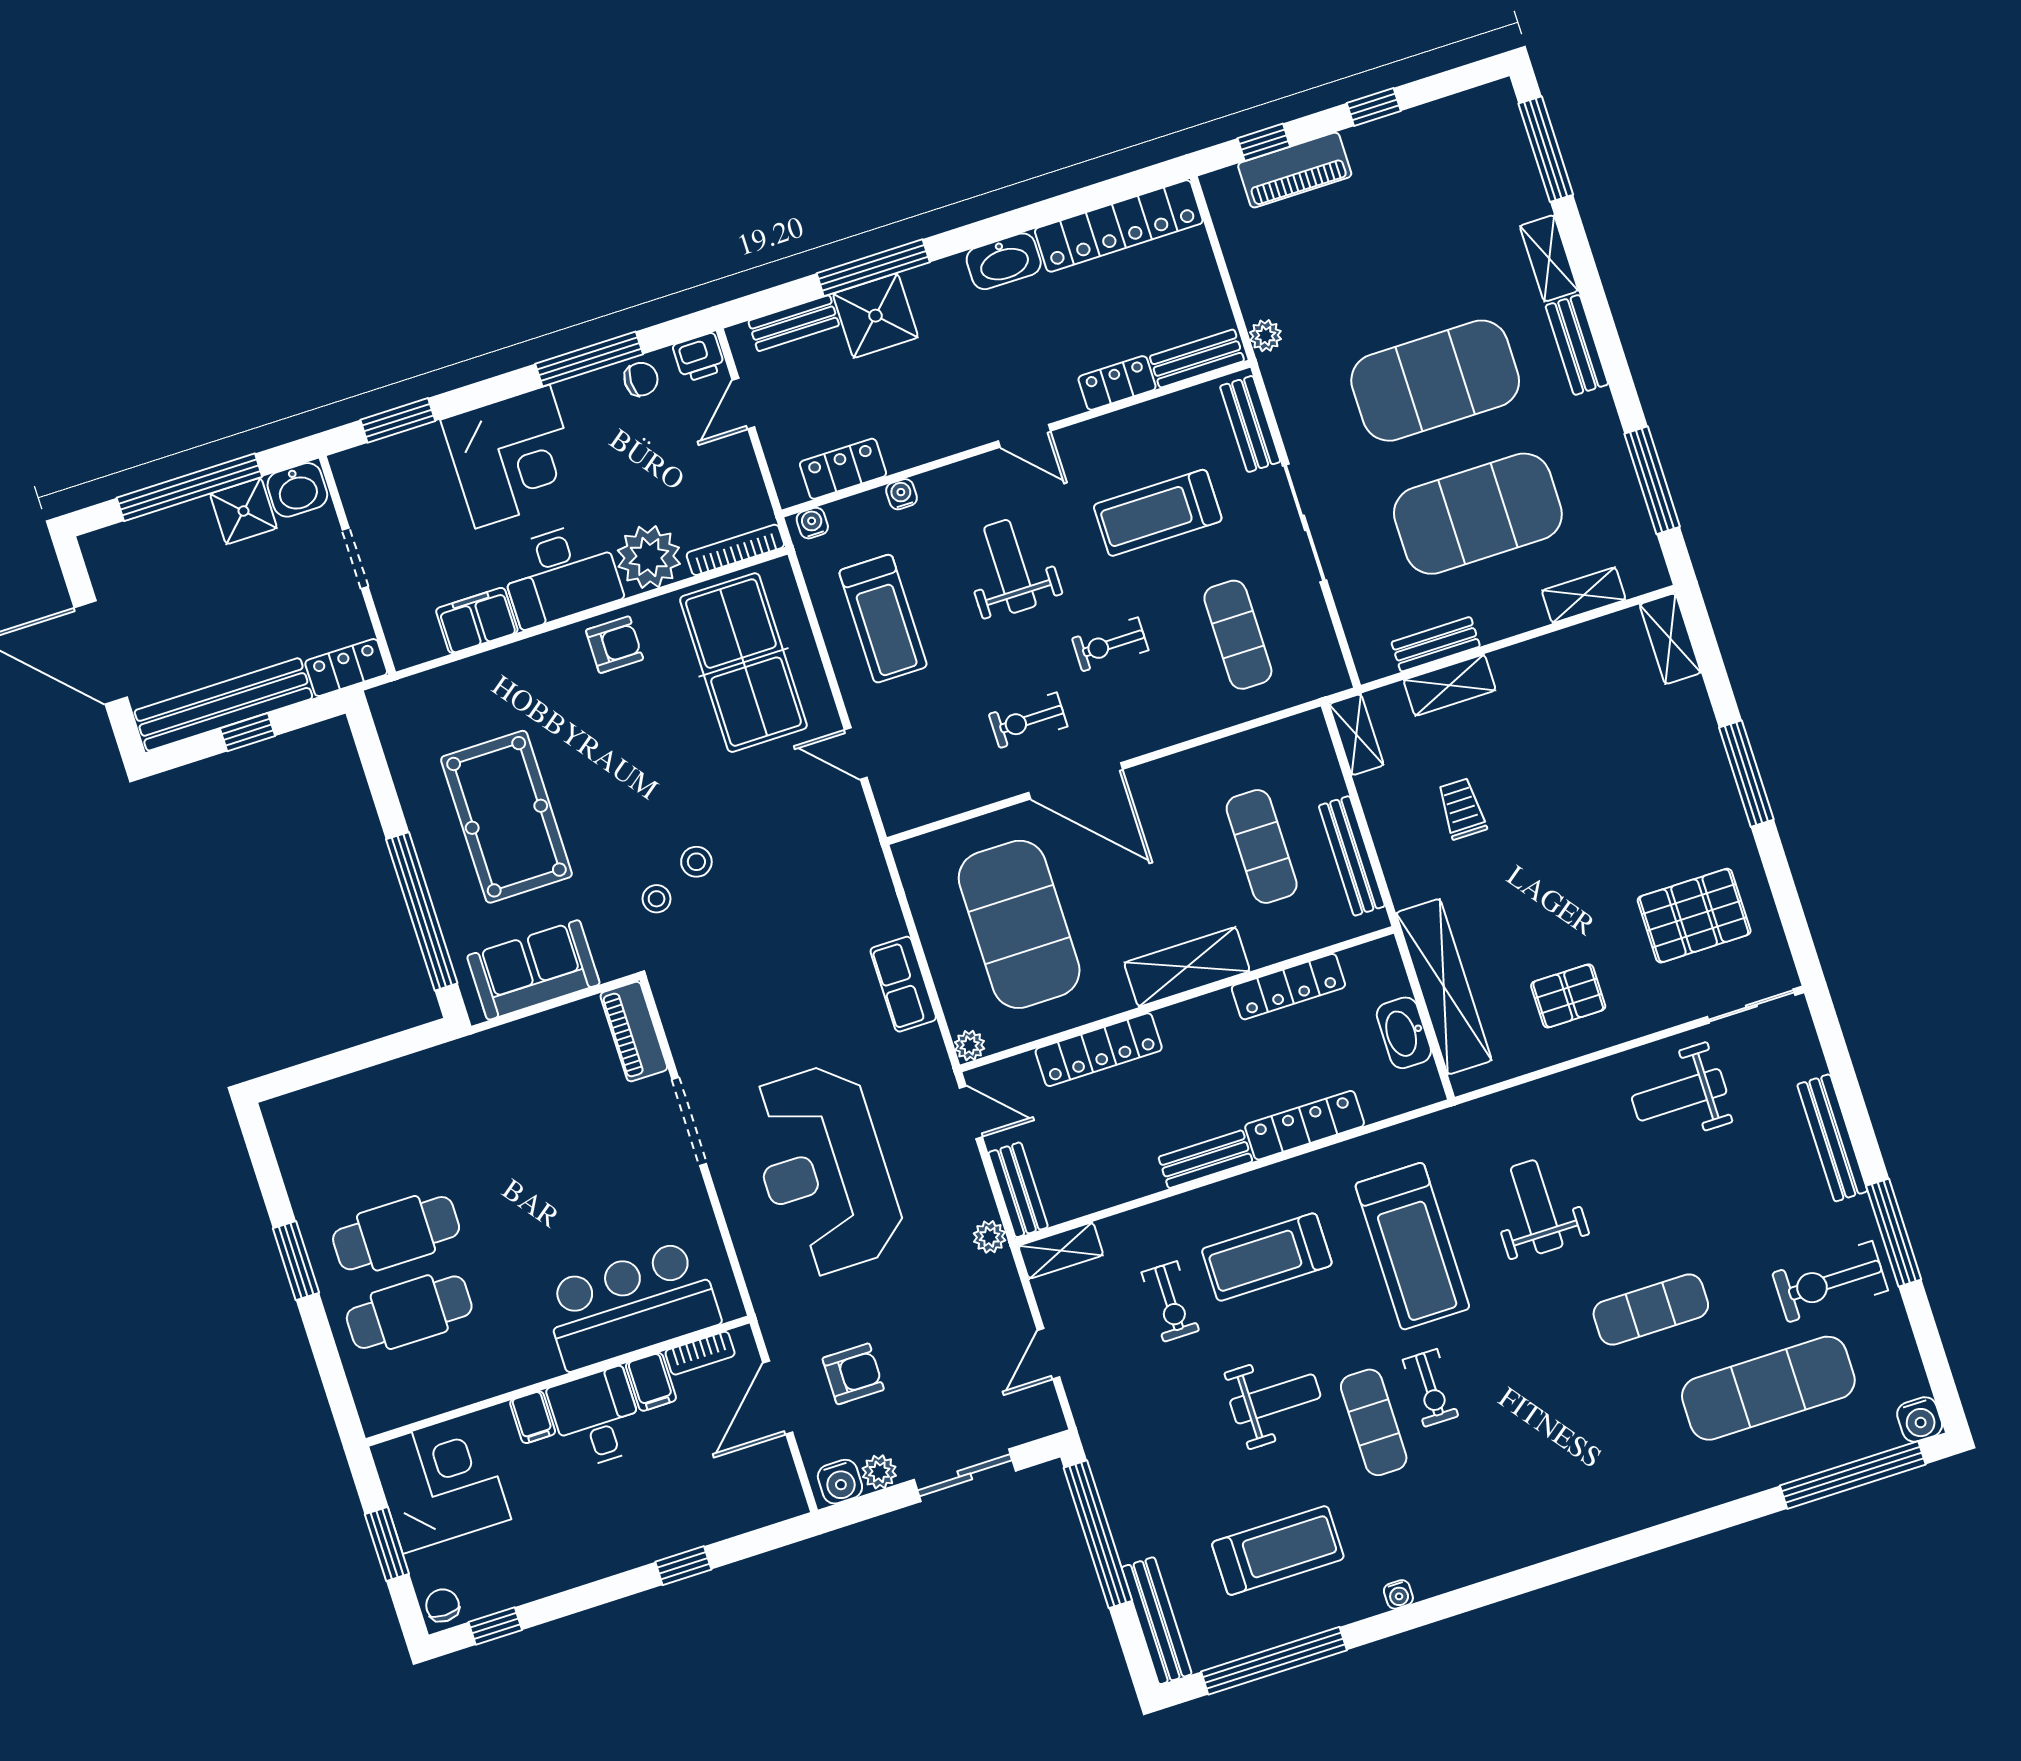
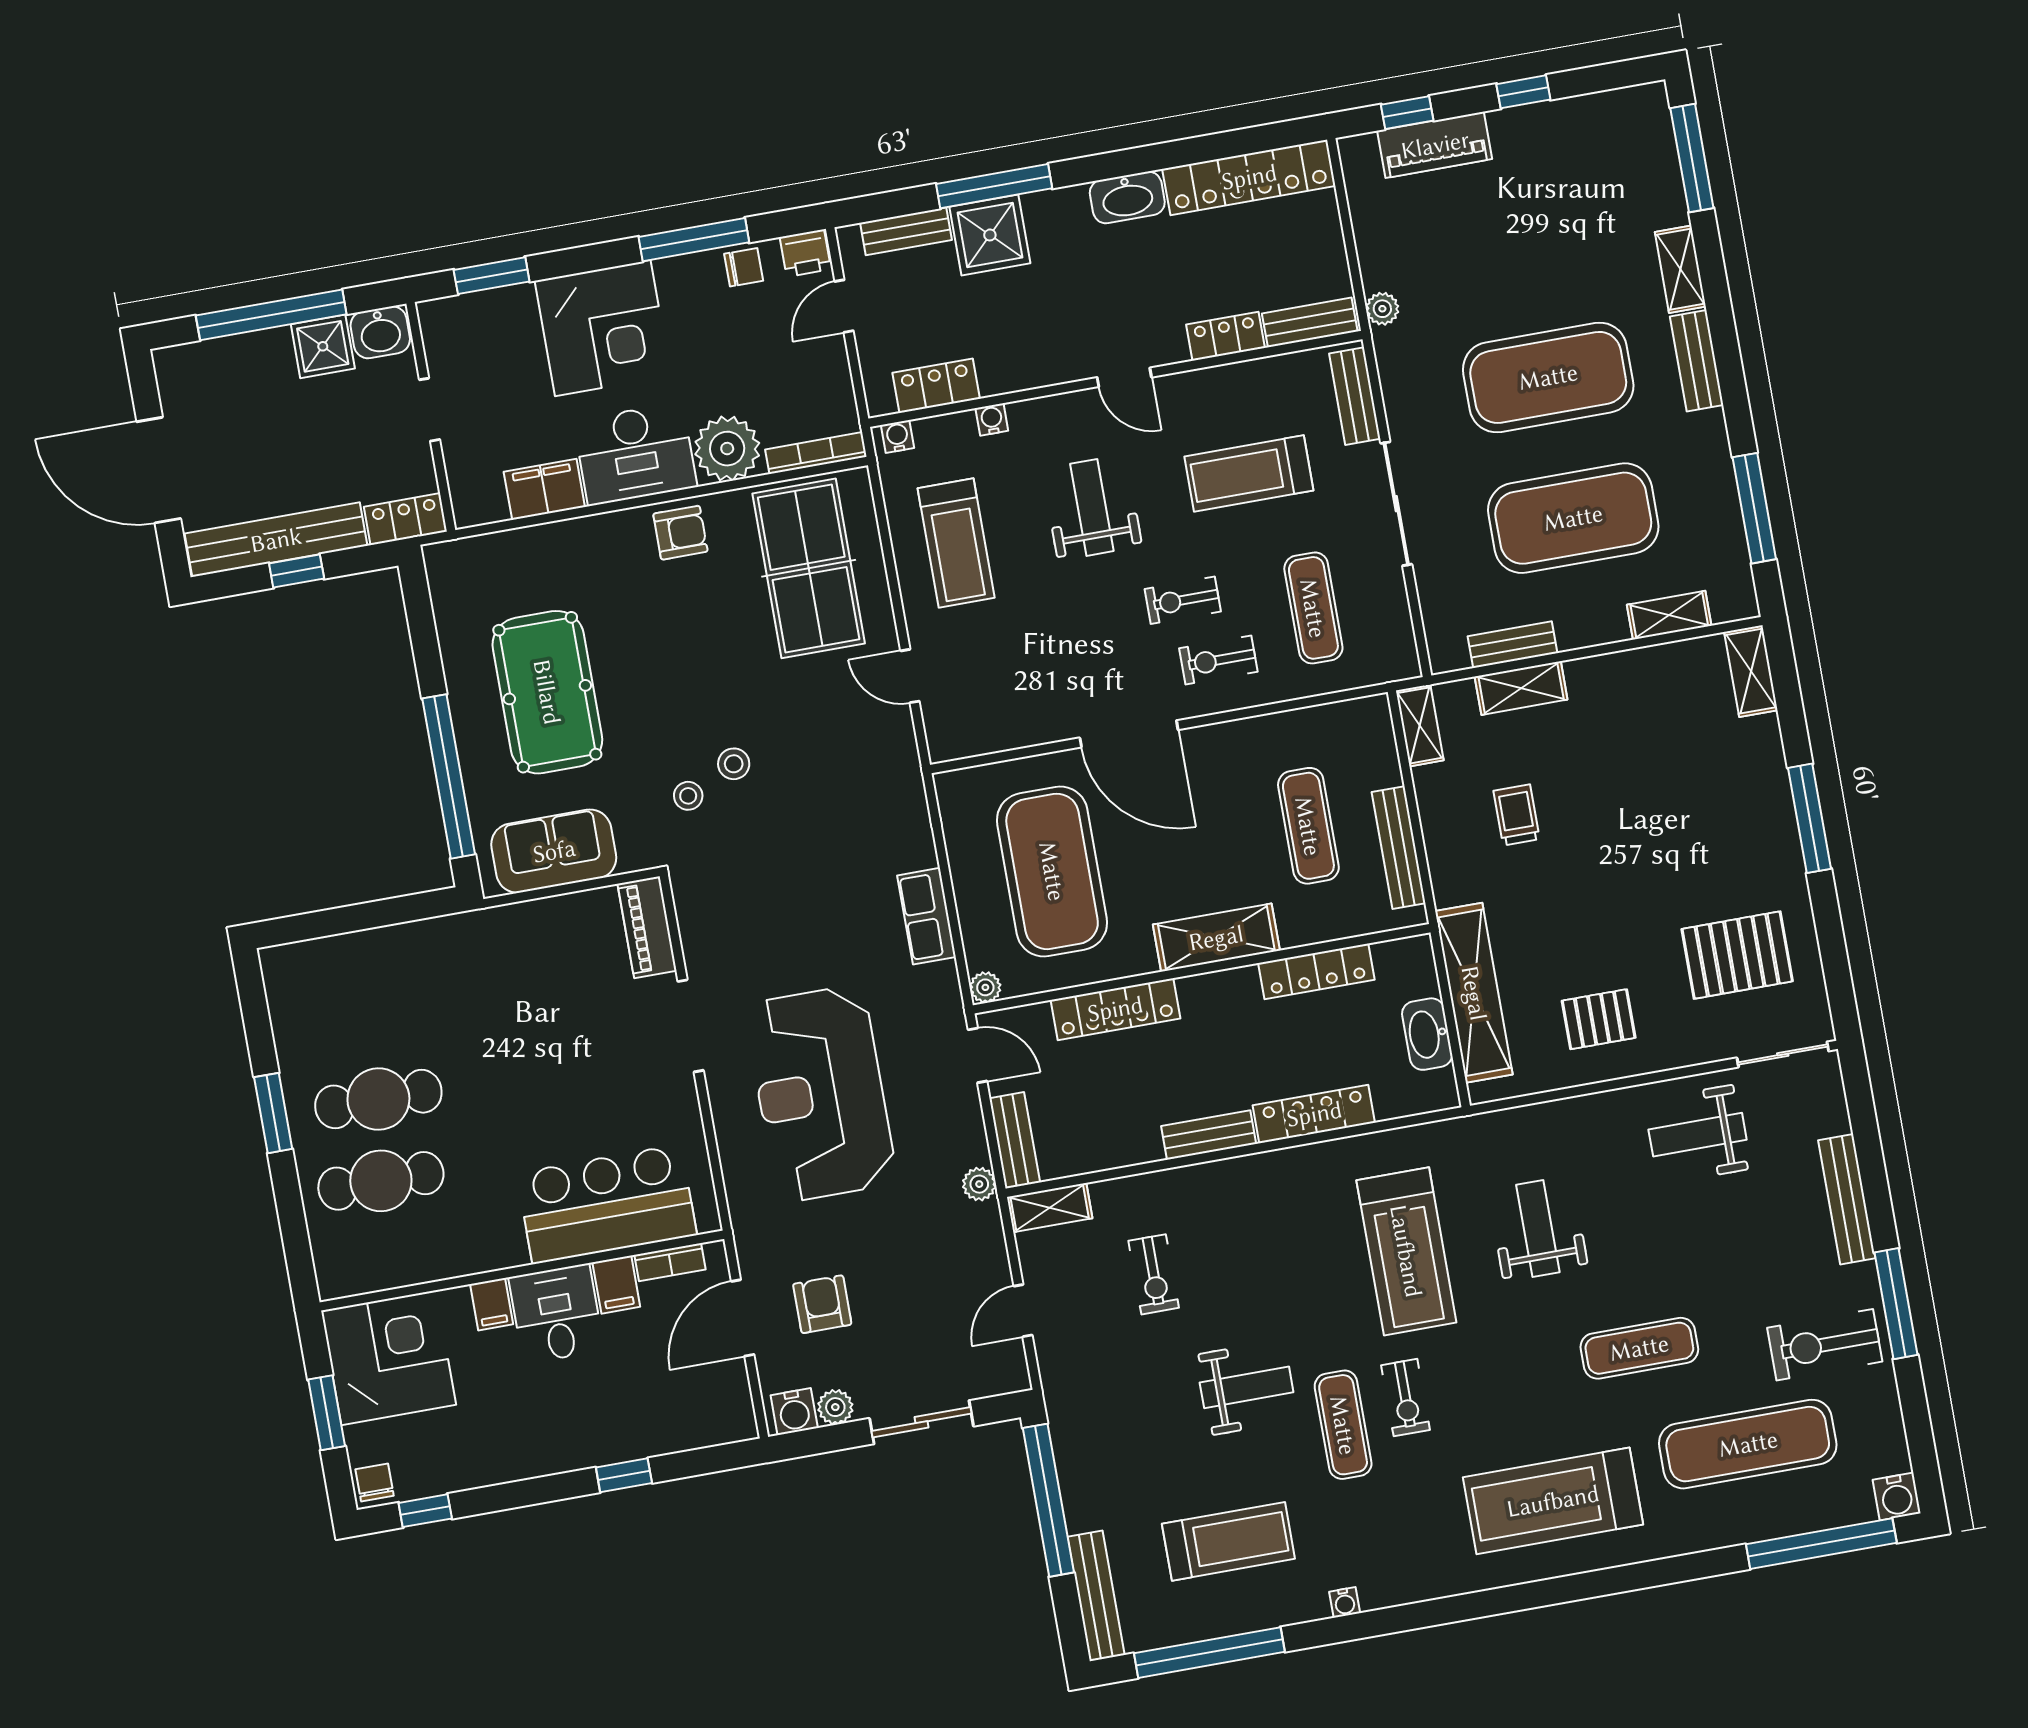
exercise bike: (1028, 720) -> (1218, 660), moved
treadmill: (1267, 1257) -> (1553, 1501), moved, width x1.37, depth x1.38
armchair: (853, 1374) -> (822, 1304), turned -90

